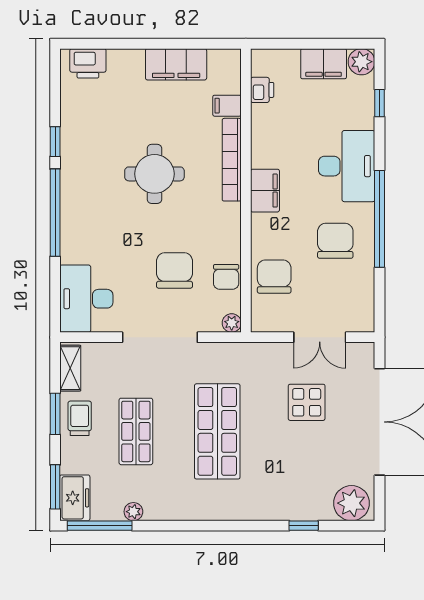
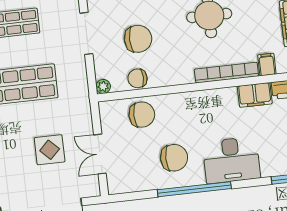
filing cabinet: (265, 191) -> (255, 95), moved
doorway: (160, 337) -> (86, 33), width x0.73

